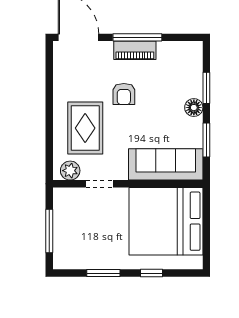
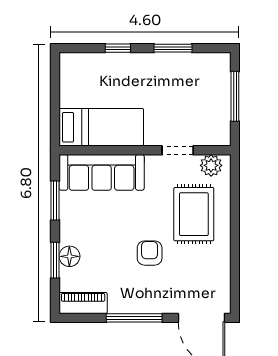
piano: (135, 50) -> (83, 303), moved
floor lamp: (194, 108) -> (69, 256), moved
bed: (166, 221) -> (101, 127), width x0.49

